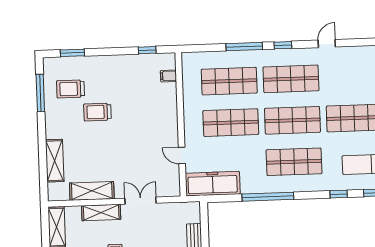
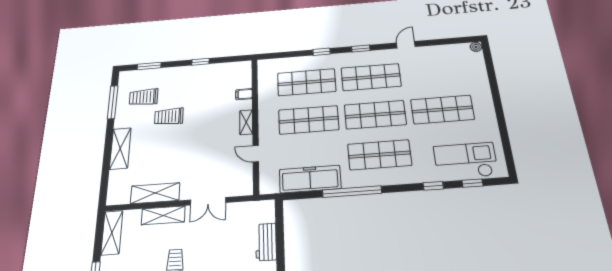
window: (244, 47) -> (322, 52), width x0.46
window: (147, 50) -> (200, 62), moved
filing cabinet: (168, 76) -> (244, 94), moved
shelving: (172, 122) -> (246, 122), added
shelving: (55, 161) -> (120, 148), moved
freezer: (213, 184) -> (310, 179), moved
double door: (140, 201) -> (208, 201), swing flipped

